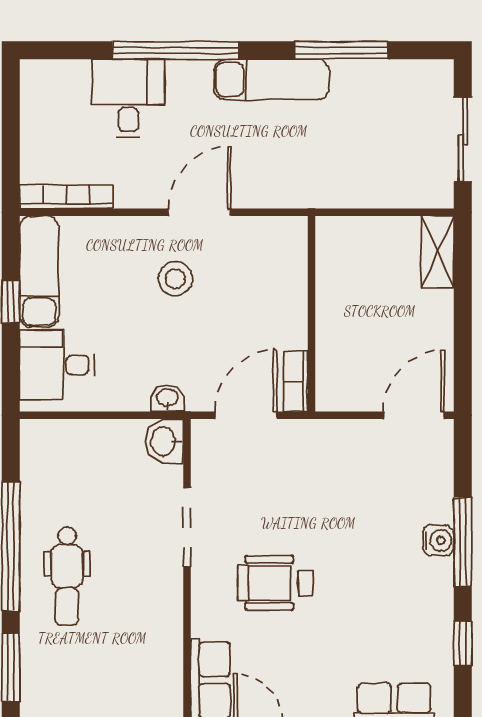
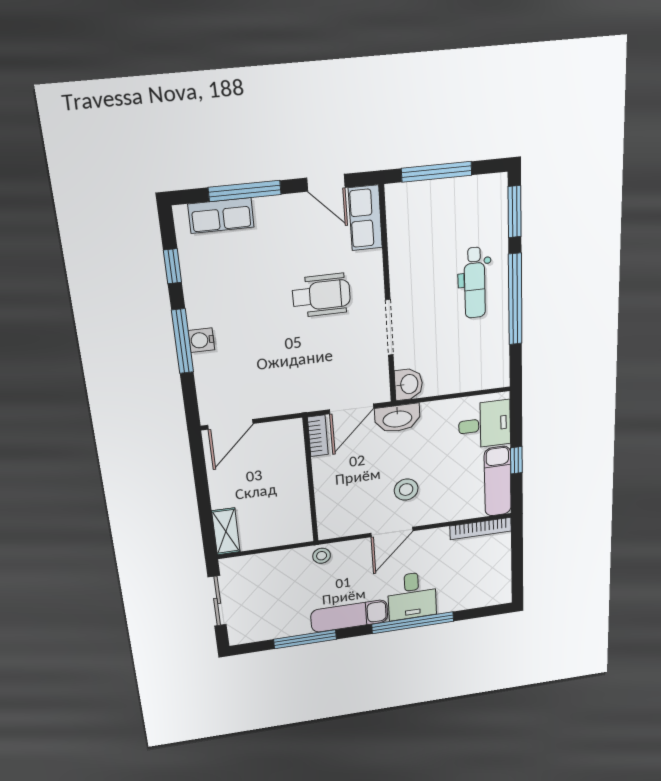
desk: (128, 98) -> (412, 596), moved
stool: (305, 190) -> (322, 556), added
washbasin: (167, 398) -> (397, 418), width x1.91, depth x1.45
dental chair: (67, 576) -> (475, 283), turned 180

